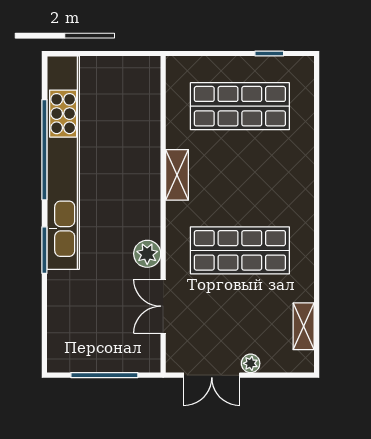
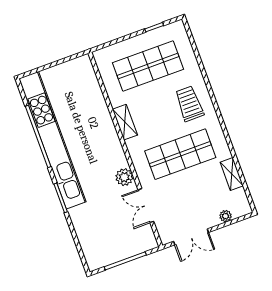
trolley: (280, 182) -> (189, 104), added
shelving: (304, 326) -> (232, 174), moved
plant: (251, 363) -> (226, 216), moved

